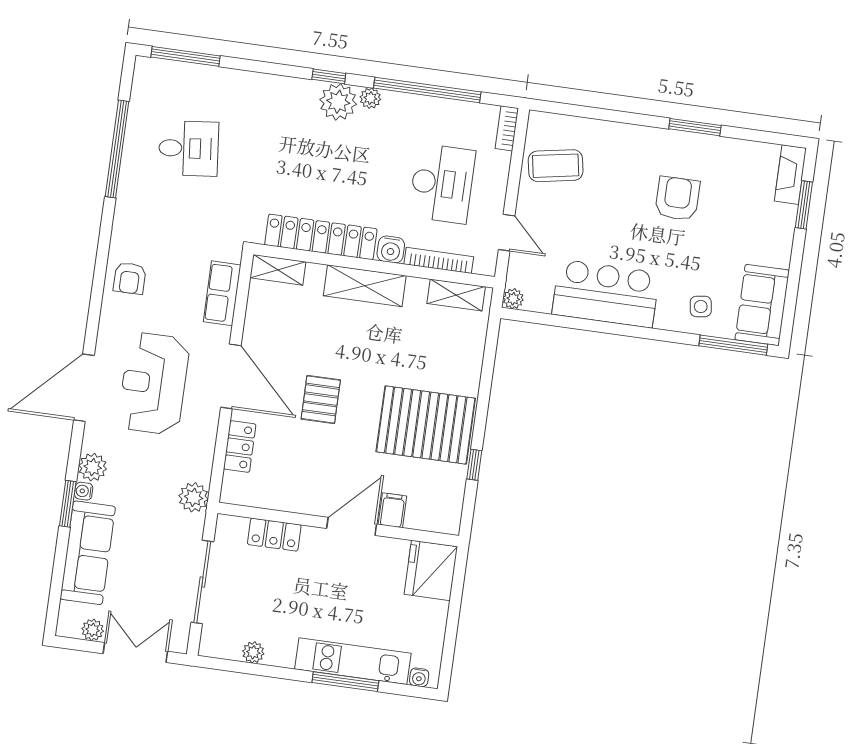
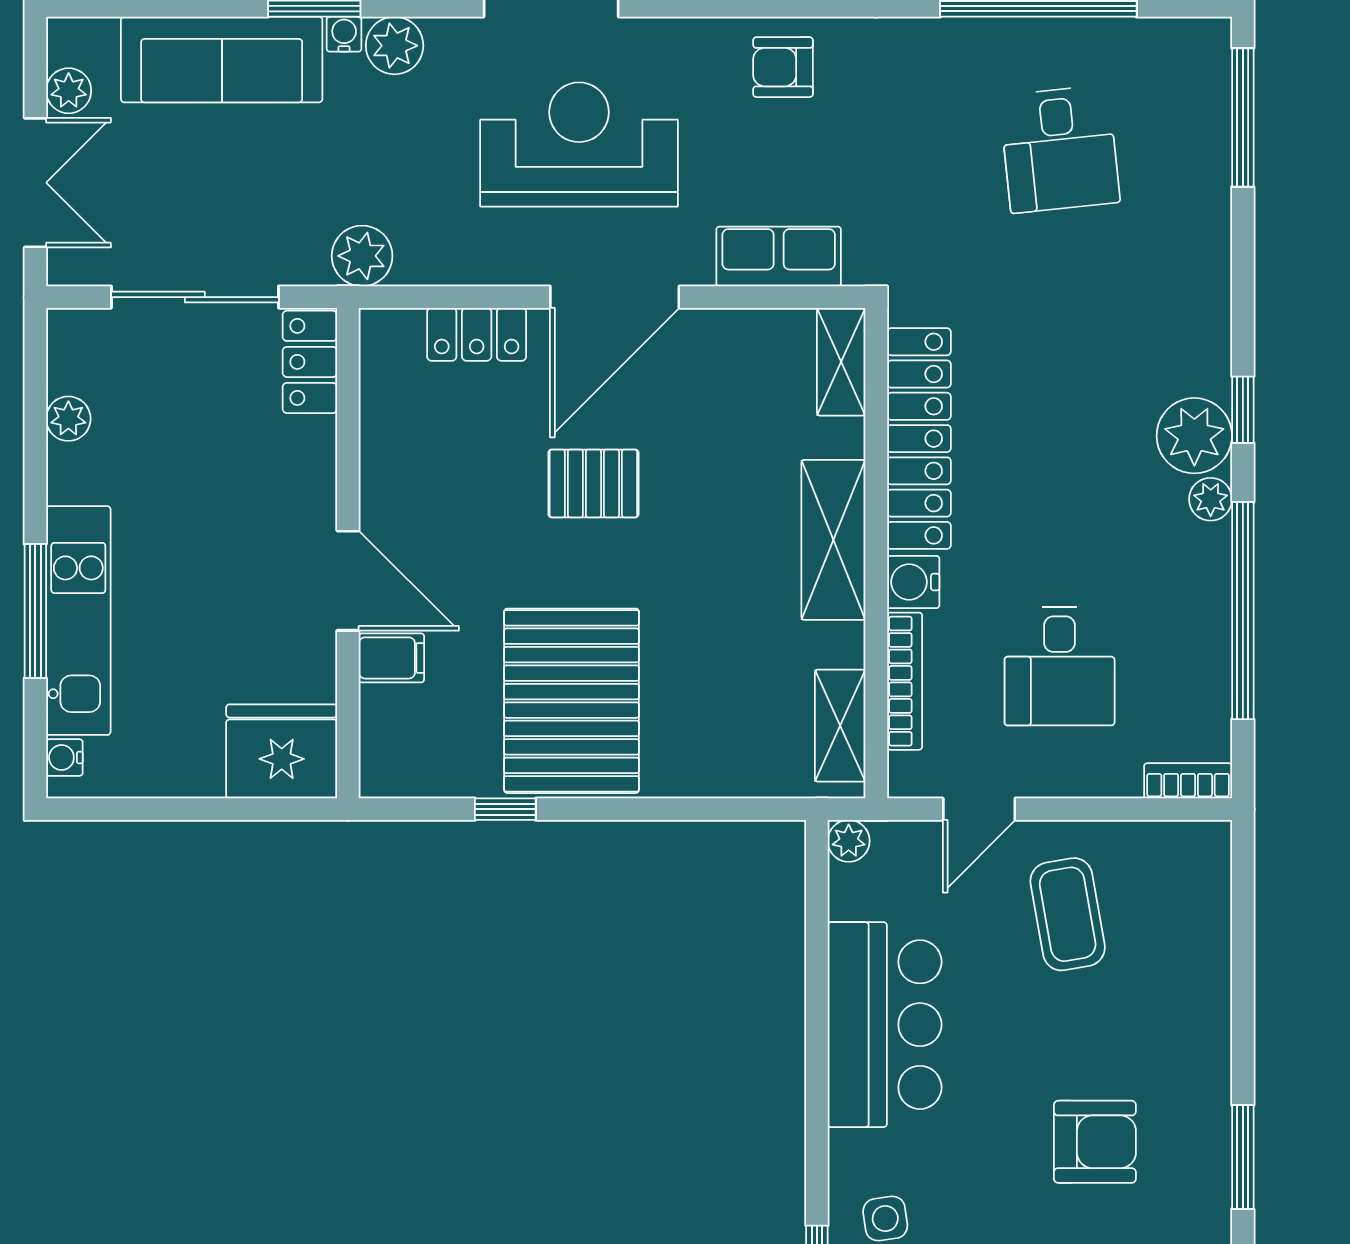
coffee table: (556, 166) -> (1068, 914), moved
desk: (442, 184) -> (1060, 666), width x0.73
locker: (274, 535) -> (310, 362), moved

